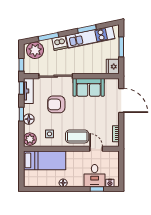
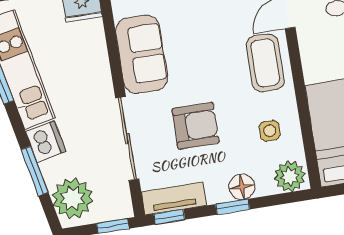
armchair: (56, 104) -> (196, 126), turned -90

